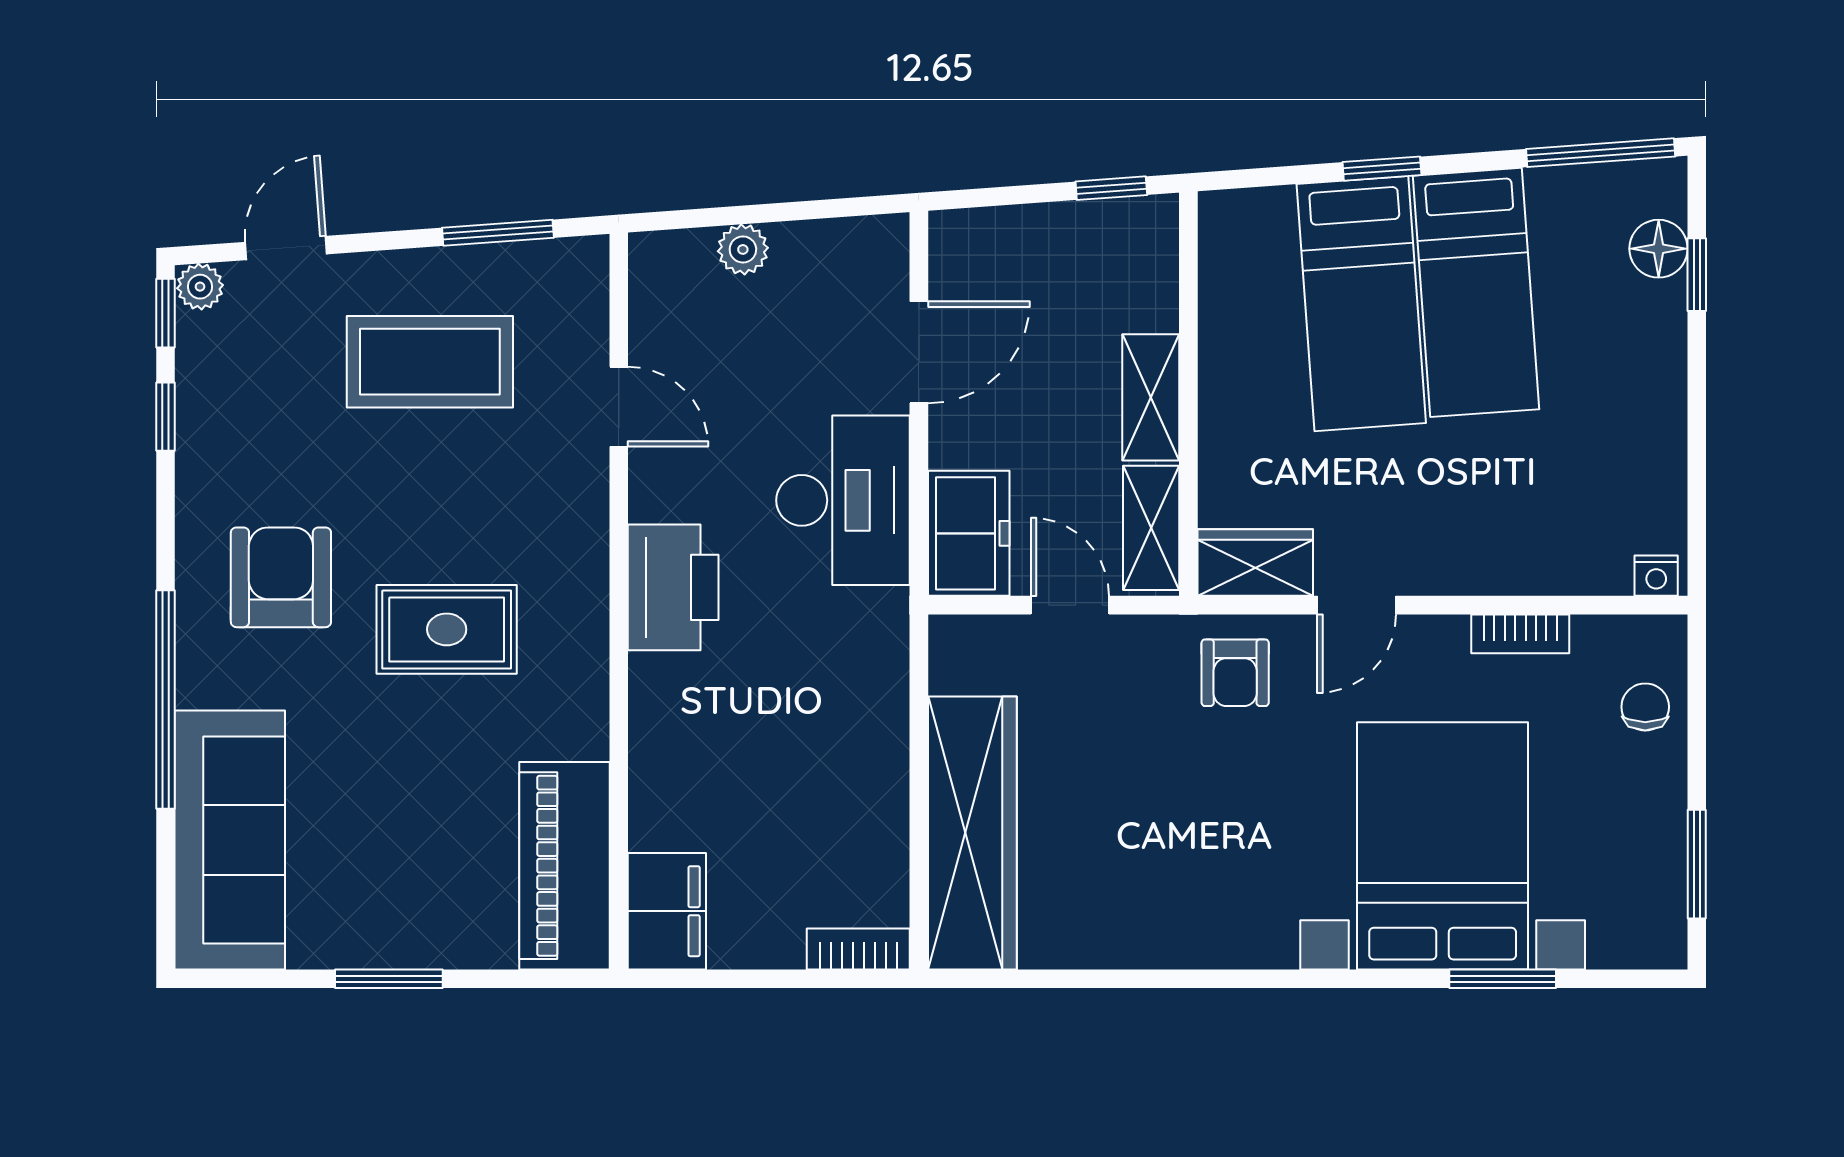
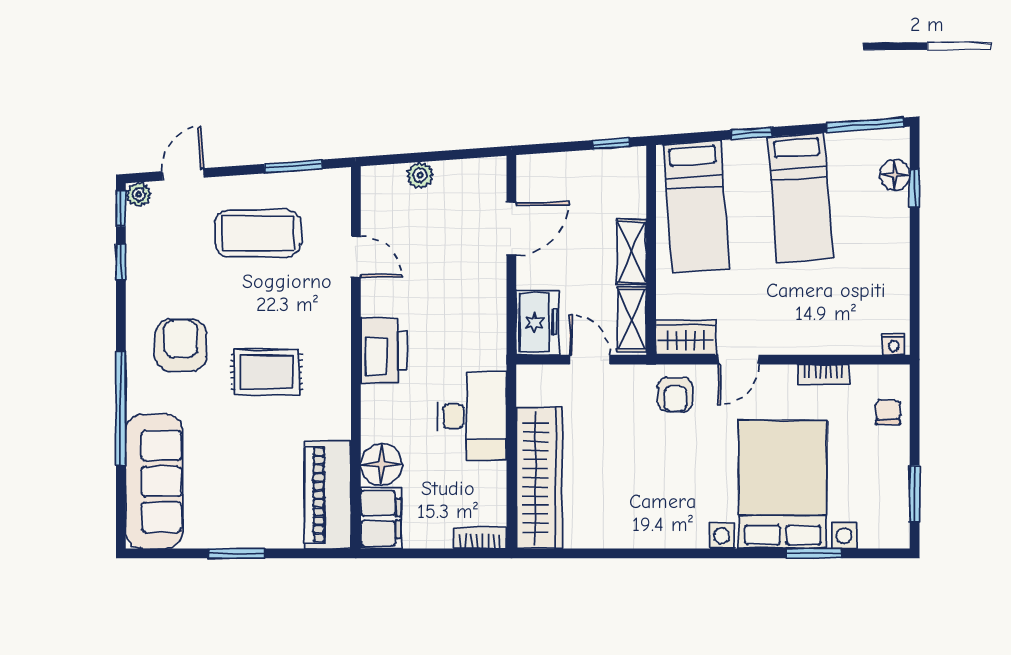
bed: (1361, 304) -> (696, 206), moved
desk: (843, 500) -> (472, 416), moved
floor lamp: (668, 808) -> (381, 465), added

